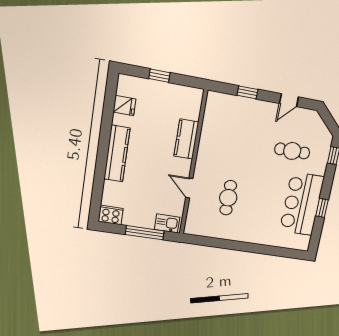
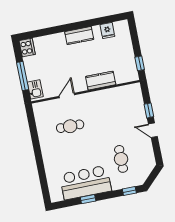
window: (159, 76) -> (140, 63), moved
door: (289, 100) -> (153, 130), moved
kitchen counter: (117, 154) -> (79, 36), width x0.67

